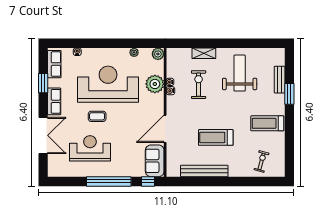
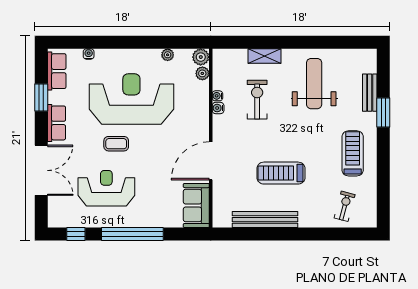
plant: (155, 84) -> (202, 73), moved, width x0.53, depth x0.53
treadmill: (267, 123) -> (353, 153), turned 90
window: (148, 181) -> (76, 234), moved

